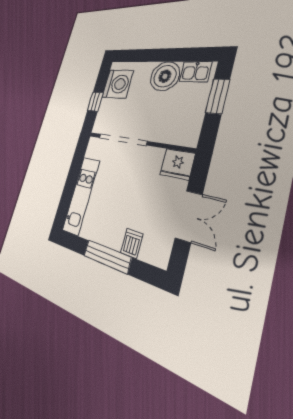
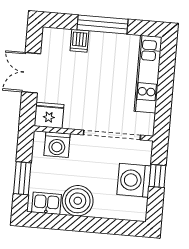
washing machine: (118, 84) -> (134, 180), moved
washing machine: (175, 132) -> (57, 145), added

